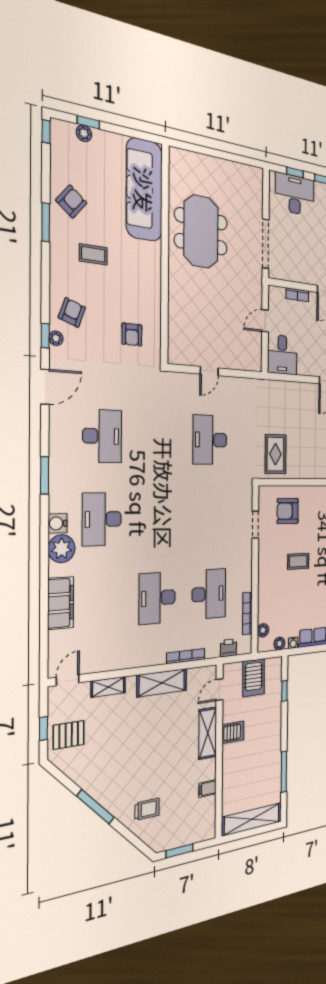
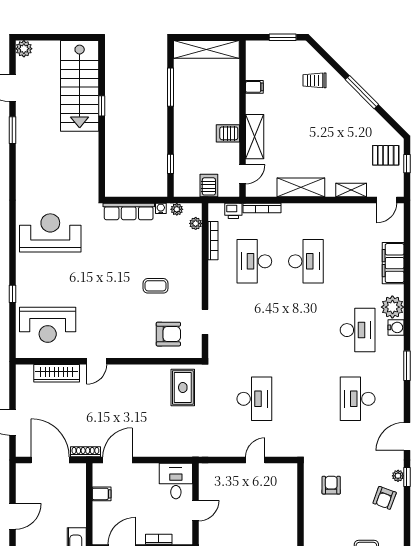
bookcase: (186, 656) -> (262, 208), moved
server rack: (254, 678) -> (209, 185), width x0.73, depth x0.70

